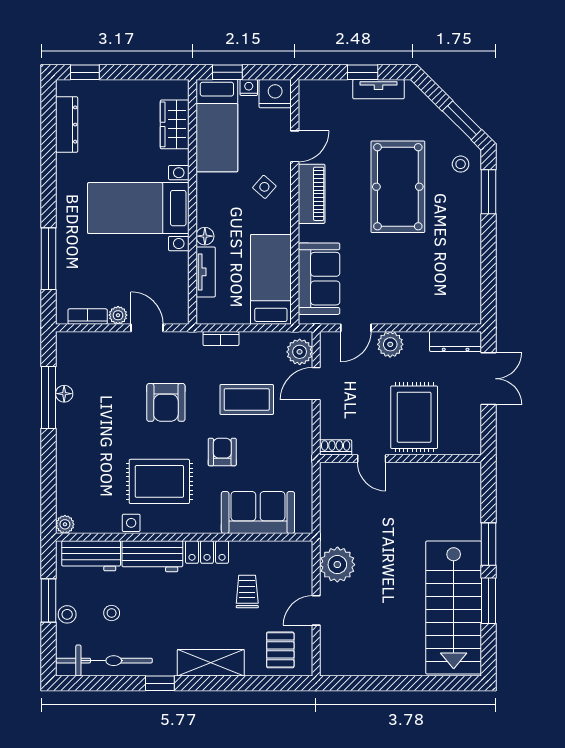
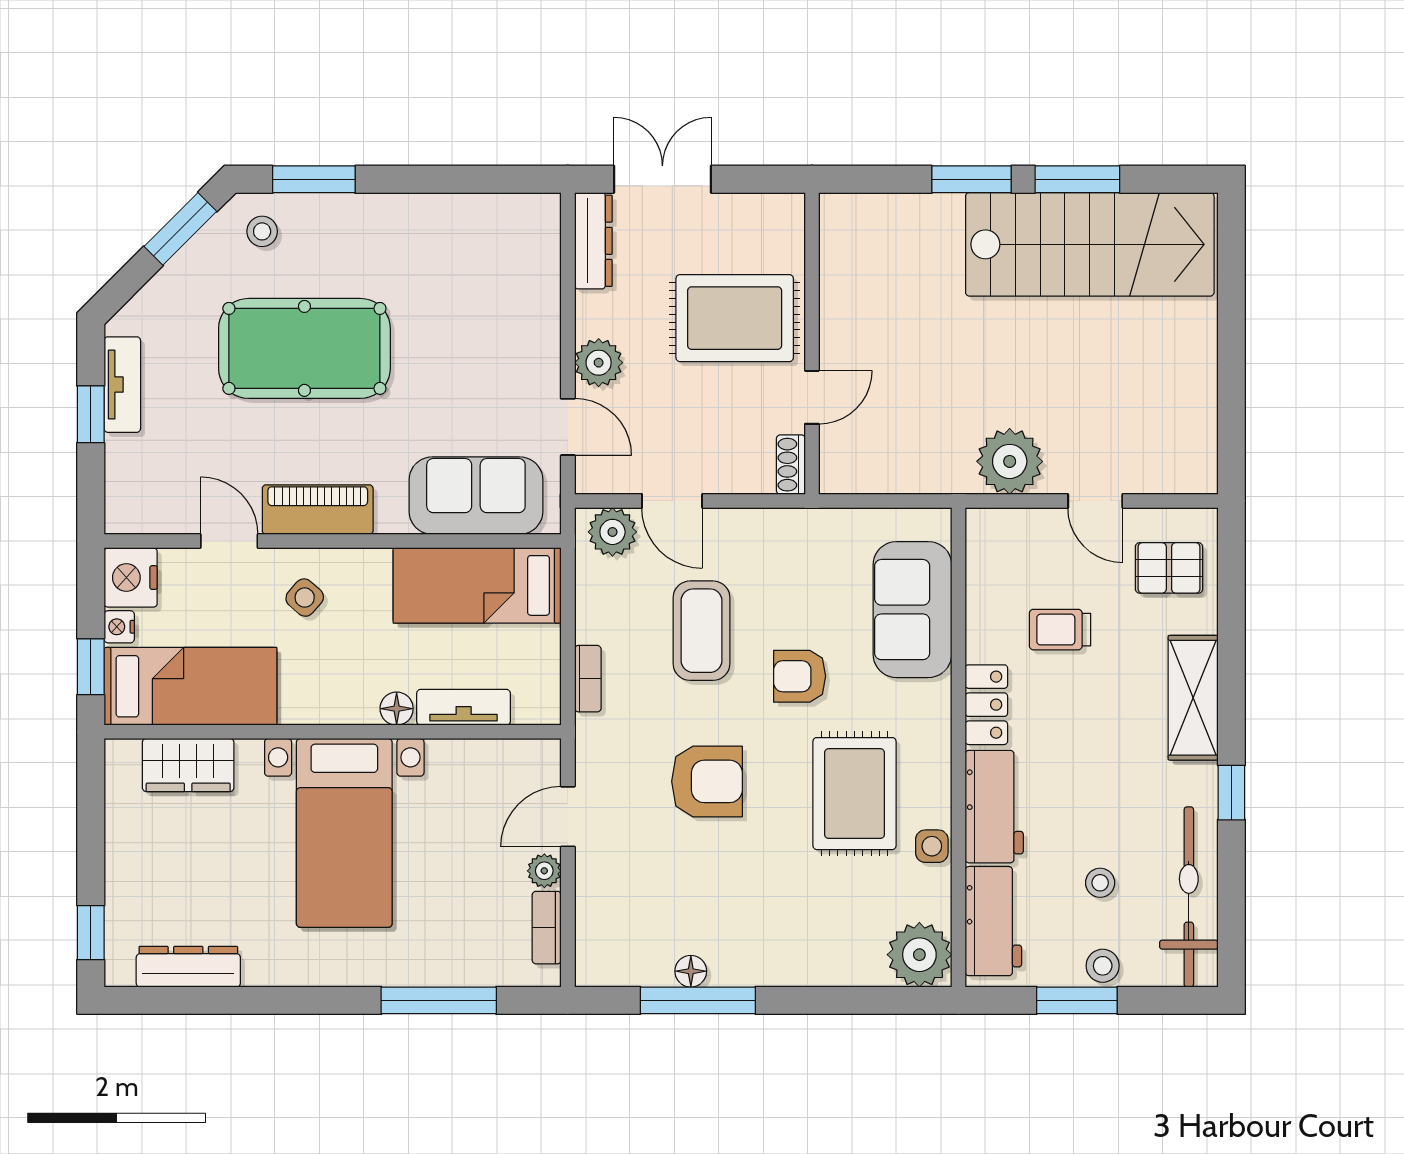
plant: (65, 524) -> (919, 955), width x1.87, depth x1.87

